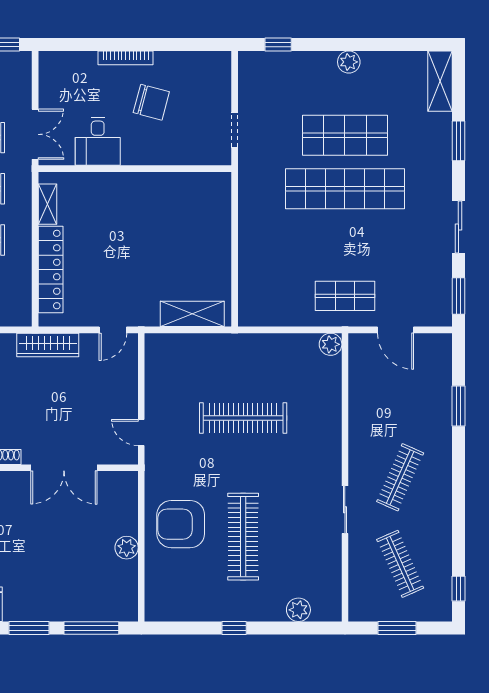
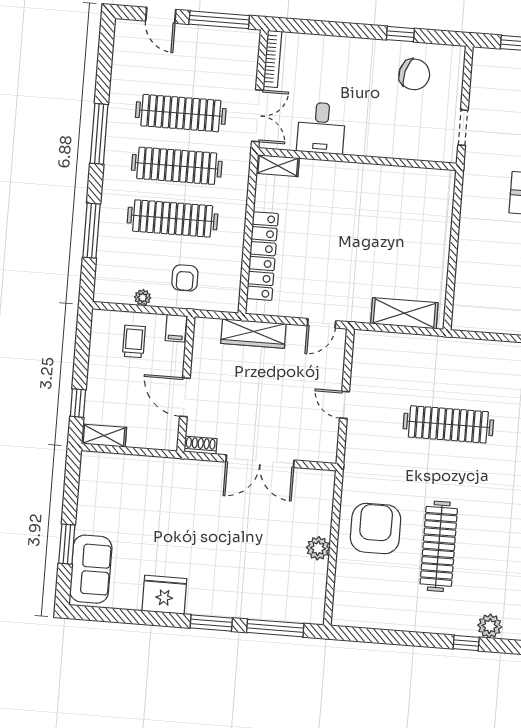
window: (167, 44) -> (400, 34), added
bookcase: (126, 58) -> (272, 59), moved, turned -90
chair: (151, 102) -> (414, 74), moved
shelving: (47, 204) -> (278, 166), moved, turned 90
door: (141, 433) -> (345, 405), moved
armchair: (181, 524) -> (376, 528), turned 90
window: (234, 628) -> (466, 643), moved

